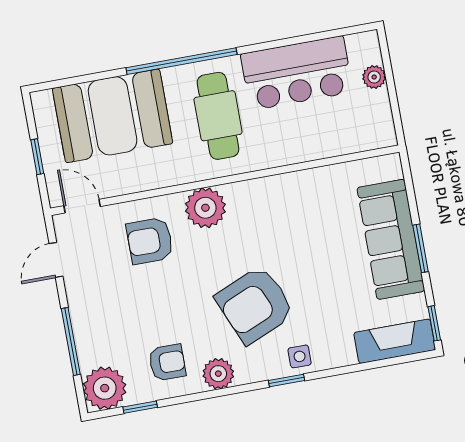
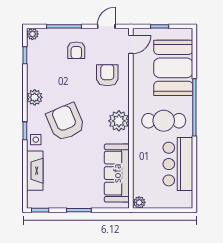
plant: (374, 77) -> (139, 202), moved
plant: (205, 208) -> (119, 121), moved
sofa: (391, 239) -> (117, 173), moved, turned -90
door: (56, 260) -> (106, 26), hinge flipped
fireplace: (395, 341) -> (35, 171), moved
armchair: (167, 362) -> (76, 50), moved
plant: (105, 388) -> (32, 34), width x0.53, depth x0.53

